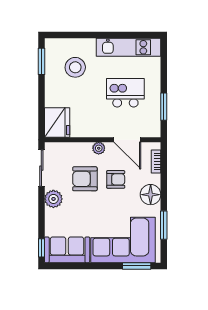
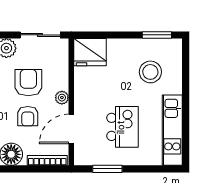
bookcase: (156, 162) -> (47, 160), width x1.56

